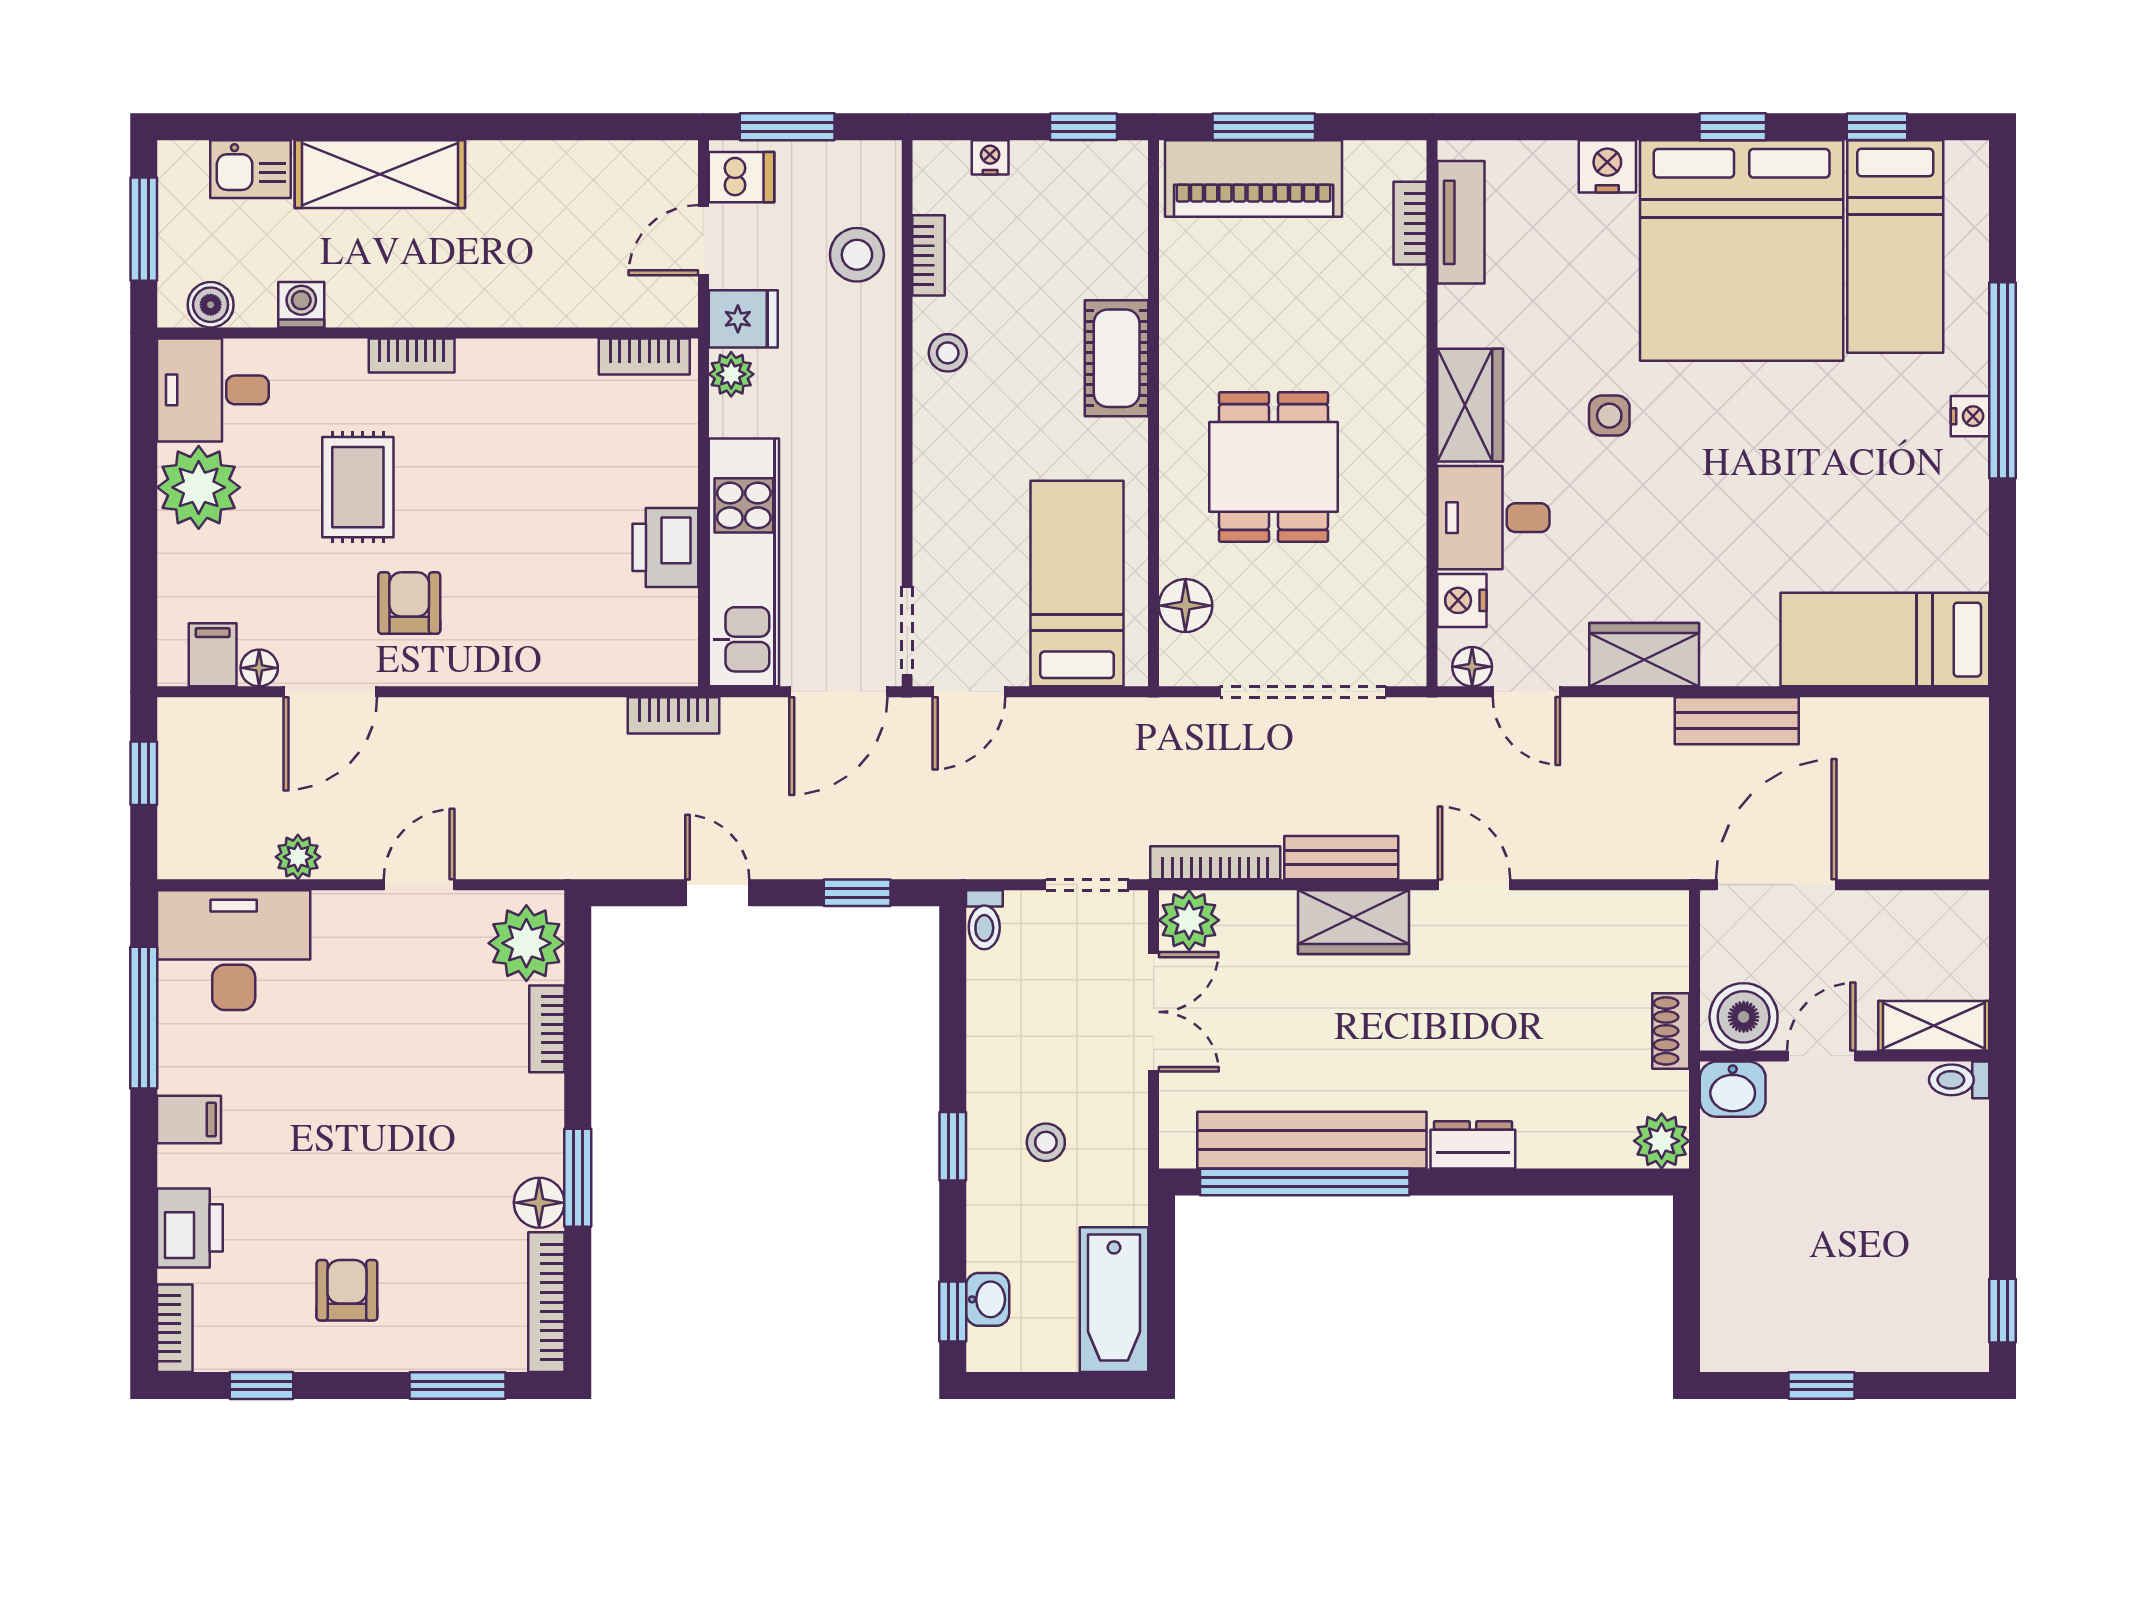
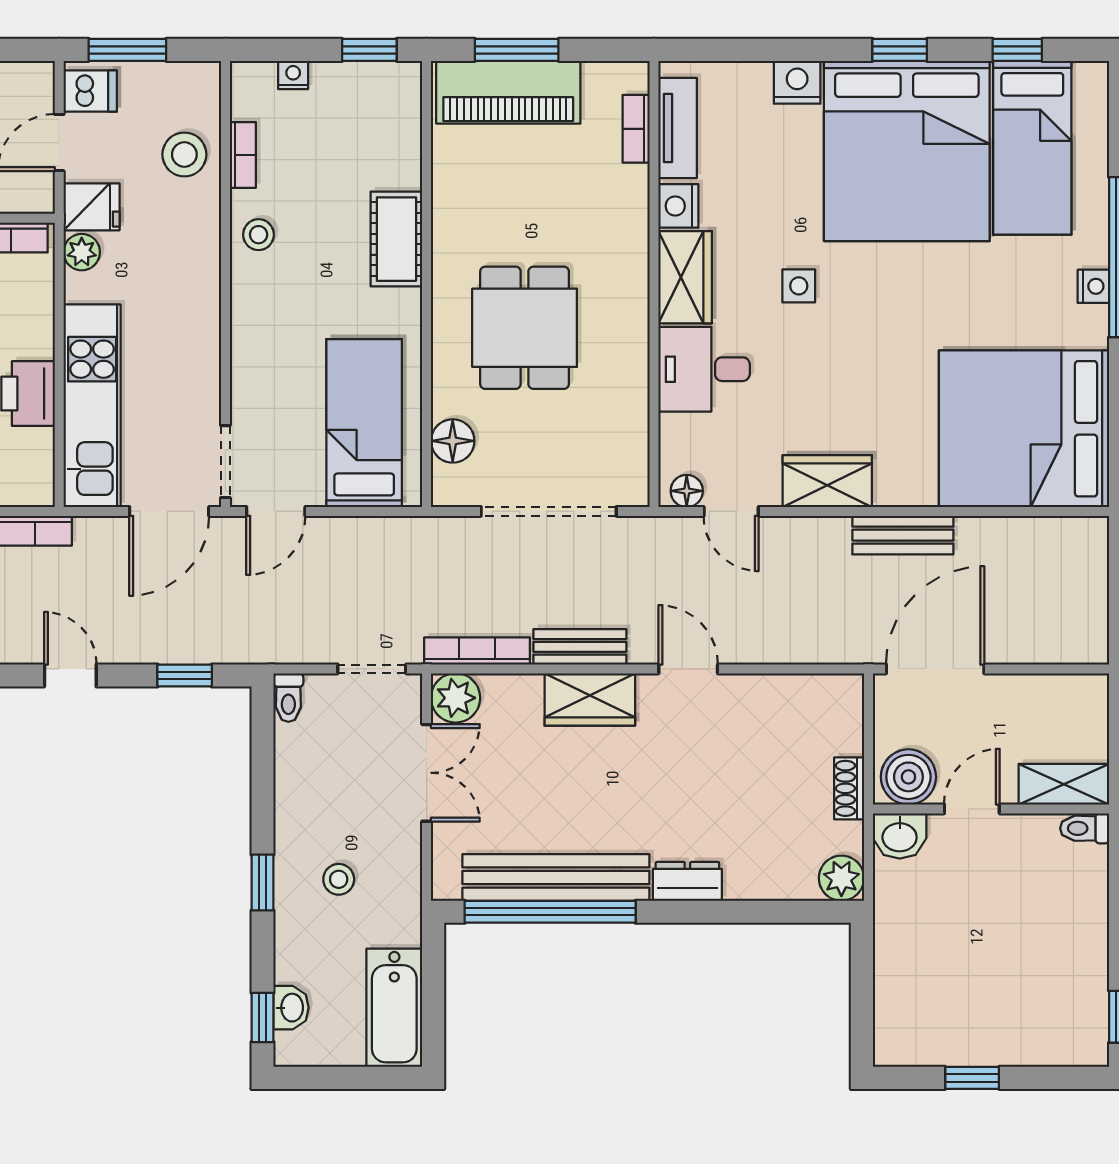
nightstand: (1462, 600) -> (678, 206), moved
bed: (1885, 640) -> (1024, 429), width x2.04

